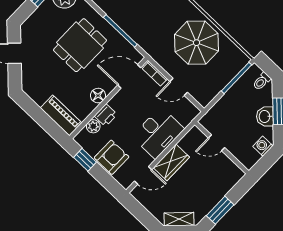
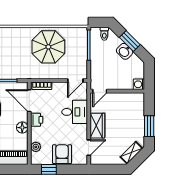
door: (129, 76) -> (29, 101), hinge flipped
door: (179, 87) -> (75, 80), moved
printer: (106, 115) -> (37, 120), moved
desk: (158, 133) -> (75, 112), width x0.73
door: (216, 143) -> (100, 91), moved
washing machine: (263, 146) -> (139, 84), moved

